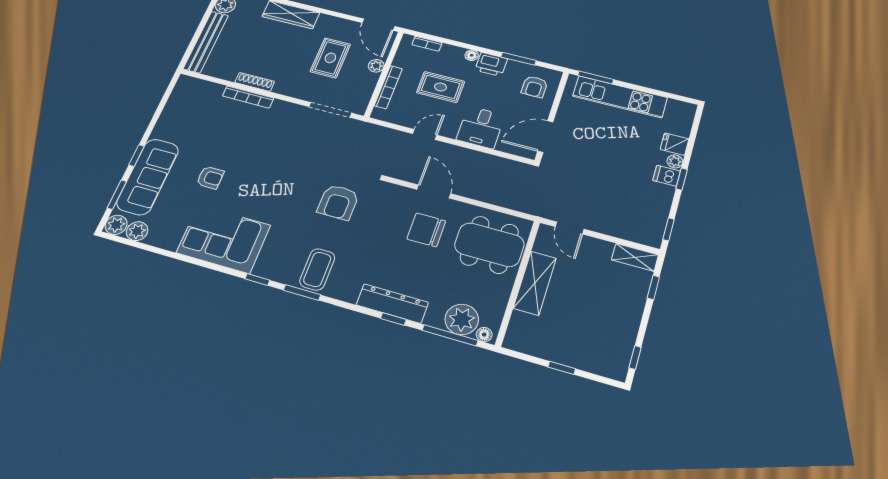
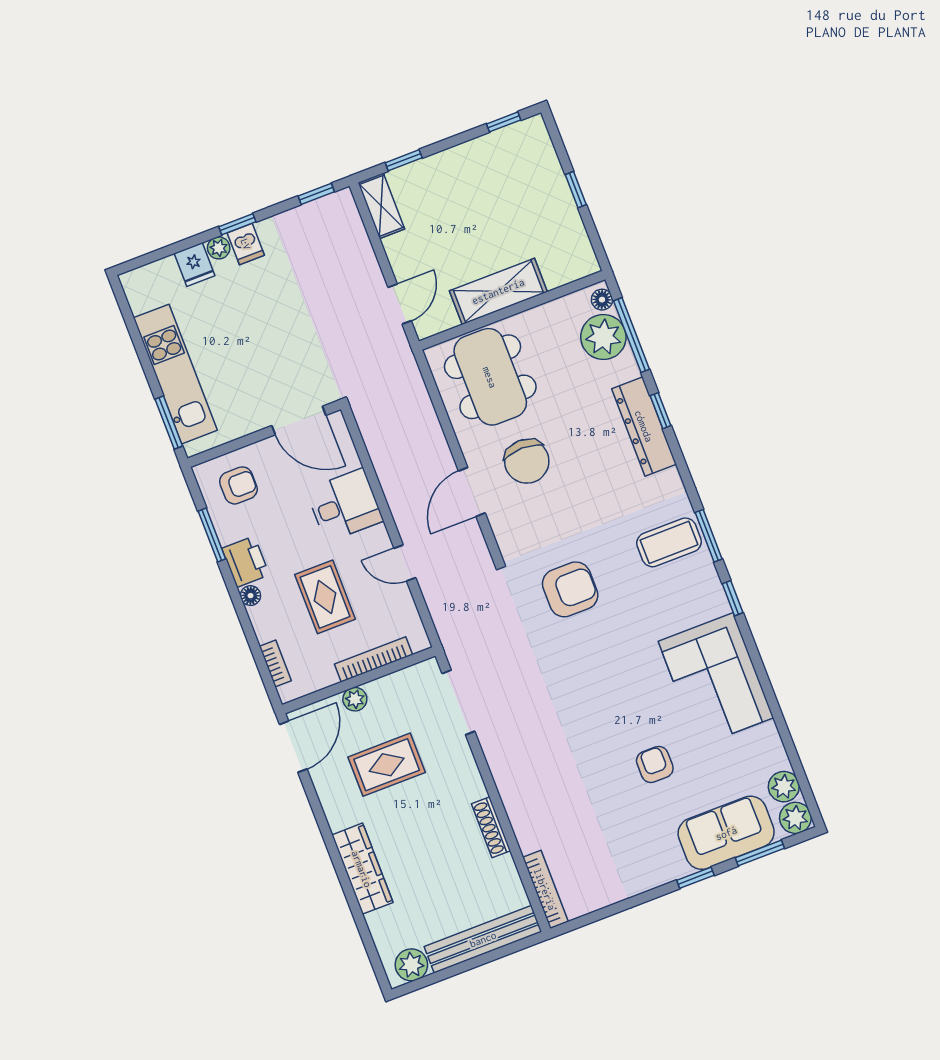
bookcase: (248, 97) -> (545, 889), moved
sofa: (148, 177) -> (726, 833), width x0.73

